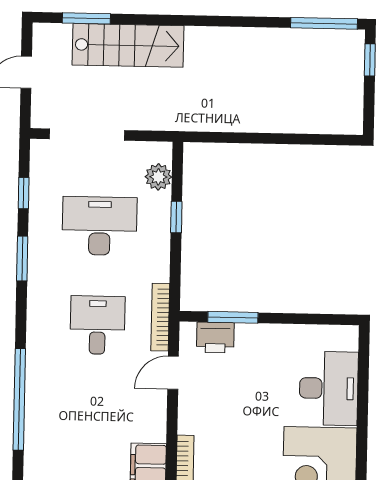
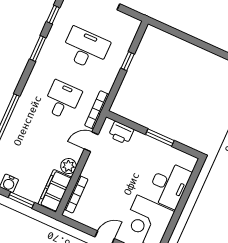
plant: (158, 177) -> (68, 166), moved
window: (233, 317) -> (160, 137), moved

